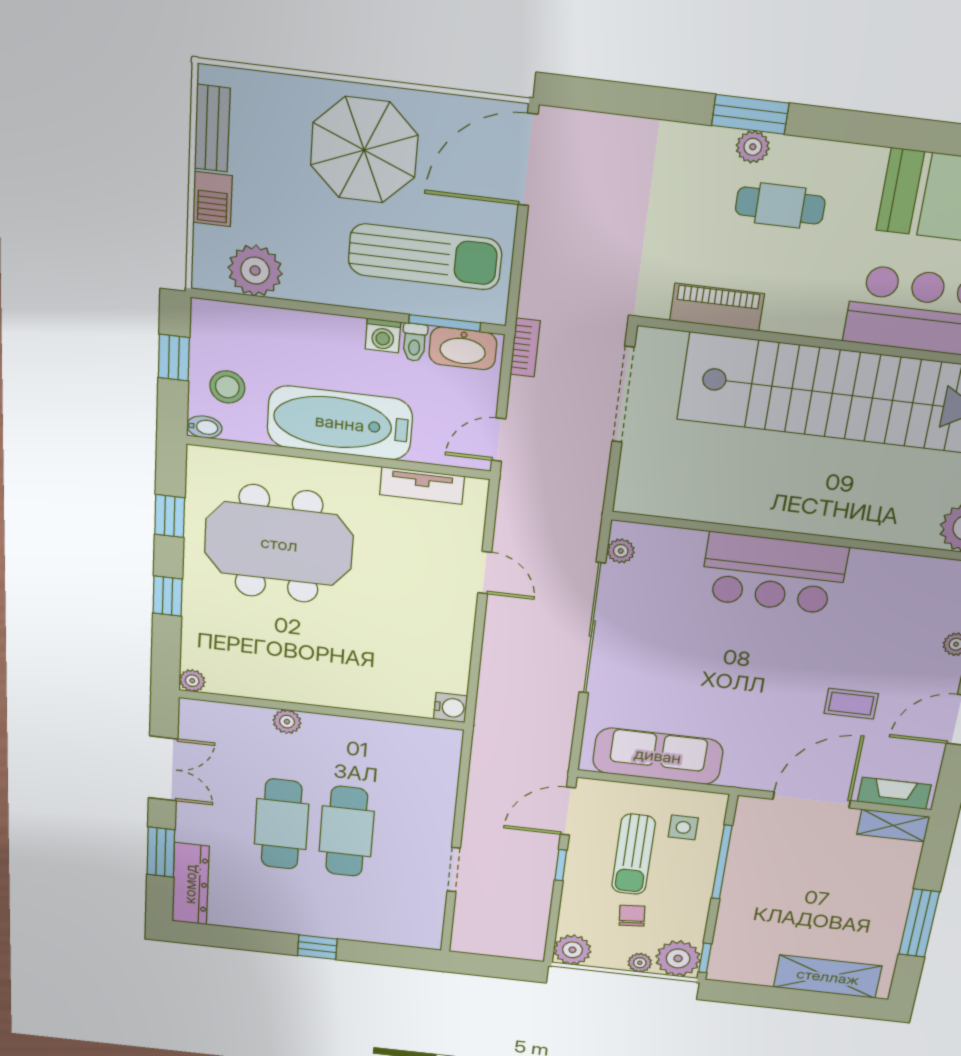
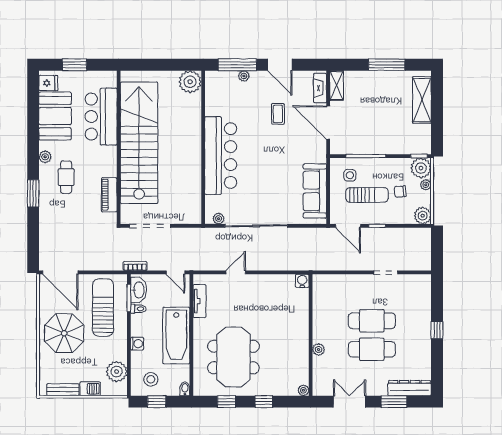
plant: (753, 147) -> (45, 157), moved
washing machine: (383, 336) -> (137, 344), moved
stool: (227, 387) -> (151, 379), moved
bar counter: (774, 573) -> (221, 156), width x1.36

